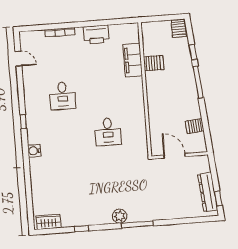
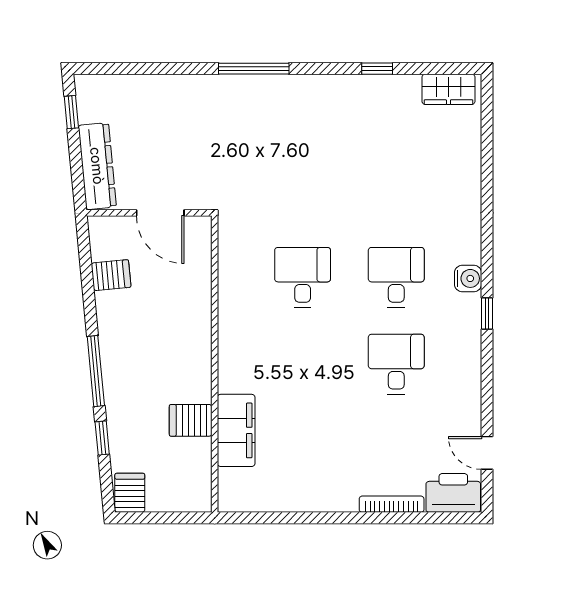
printer: (96, 35) -> (453, 493), moved
desk: (66, 135) -> (396, 277), added
water cooler: (34, 151) -> (468, 278), moved
dresser: (208, 192) -> (97, 166), moved
plant: (120, 216) -> (291, 90), removed

